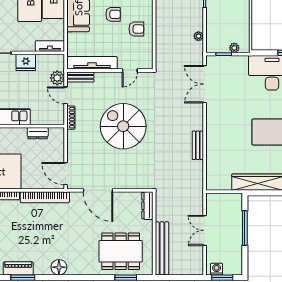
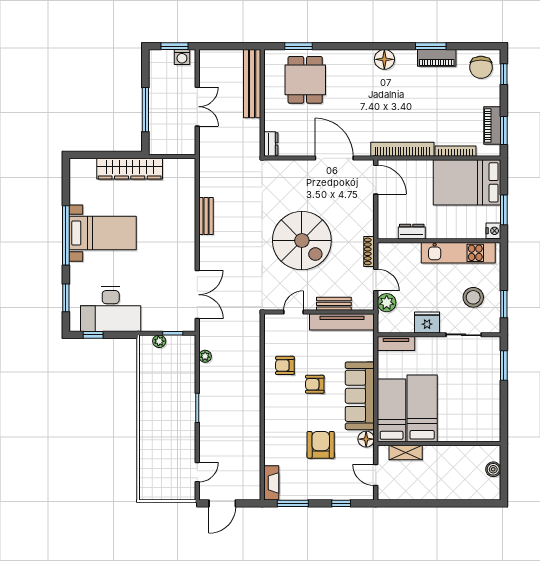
bench: (80, 77) -> (334, 304), moved
dresser: (147, 206) -> (271, 144), width x0.70
dining table: (121, 251) -> (305, 80), width x0.73

